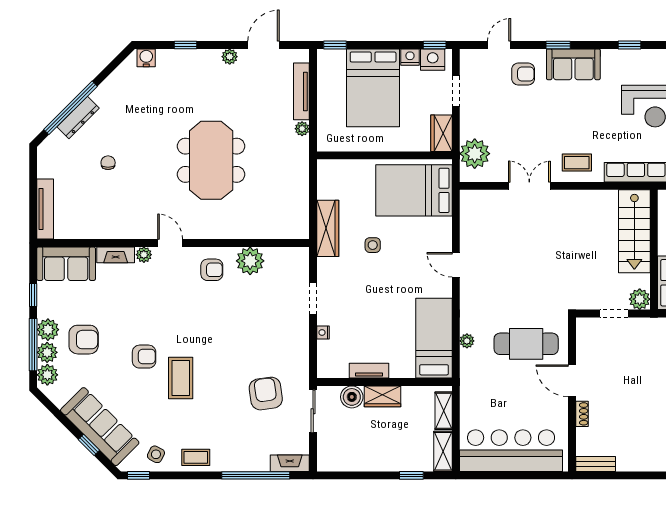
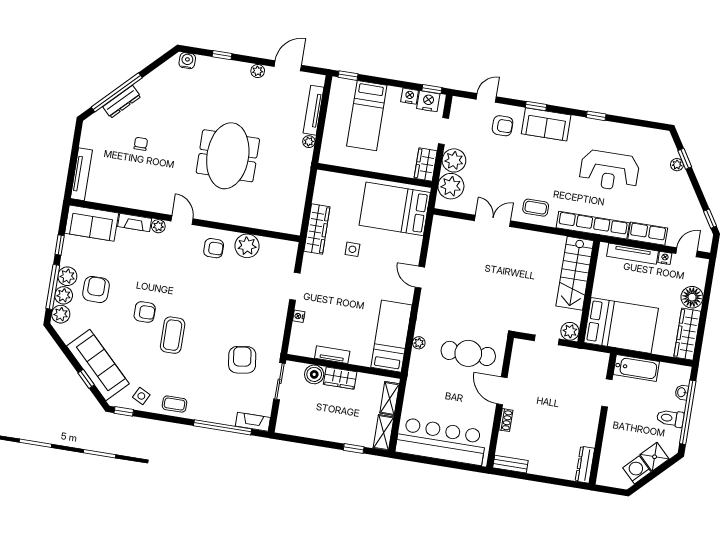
bed: (373, 88) -> (367, 116), width x0.67
plant: (473, 123) -> (454, 160), added
armchair: (84, 340) -> (96, 289), turned -90

